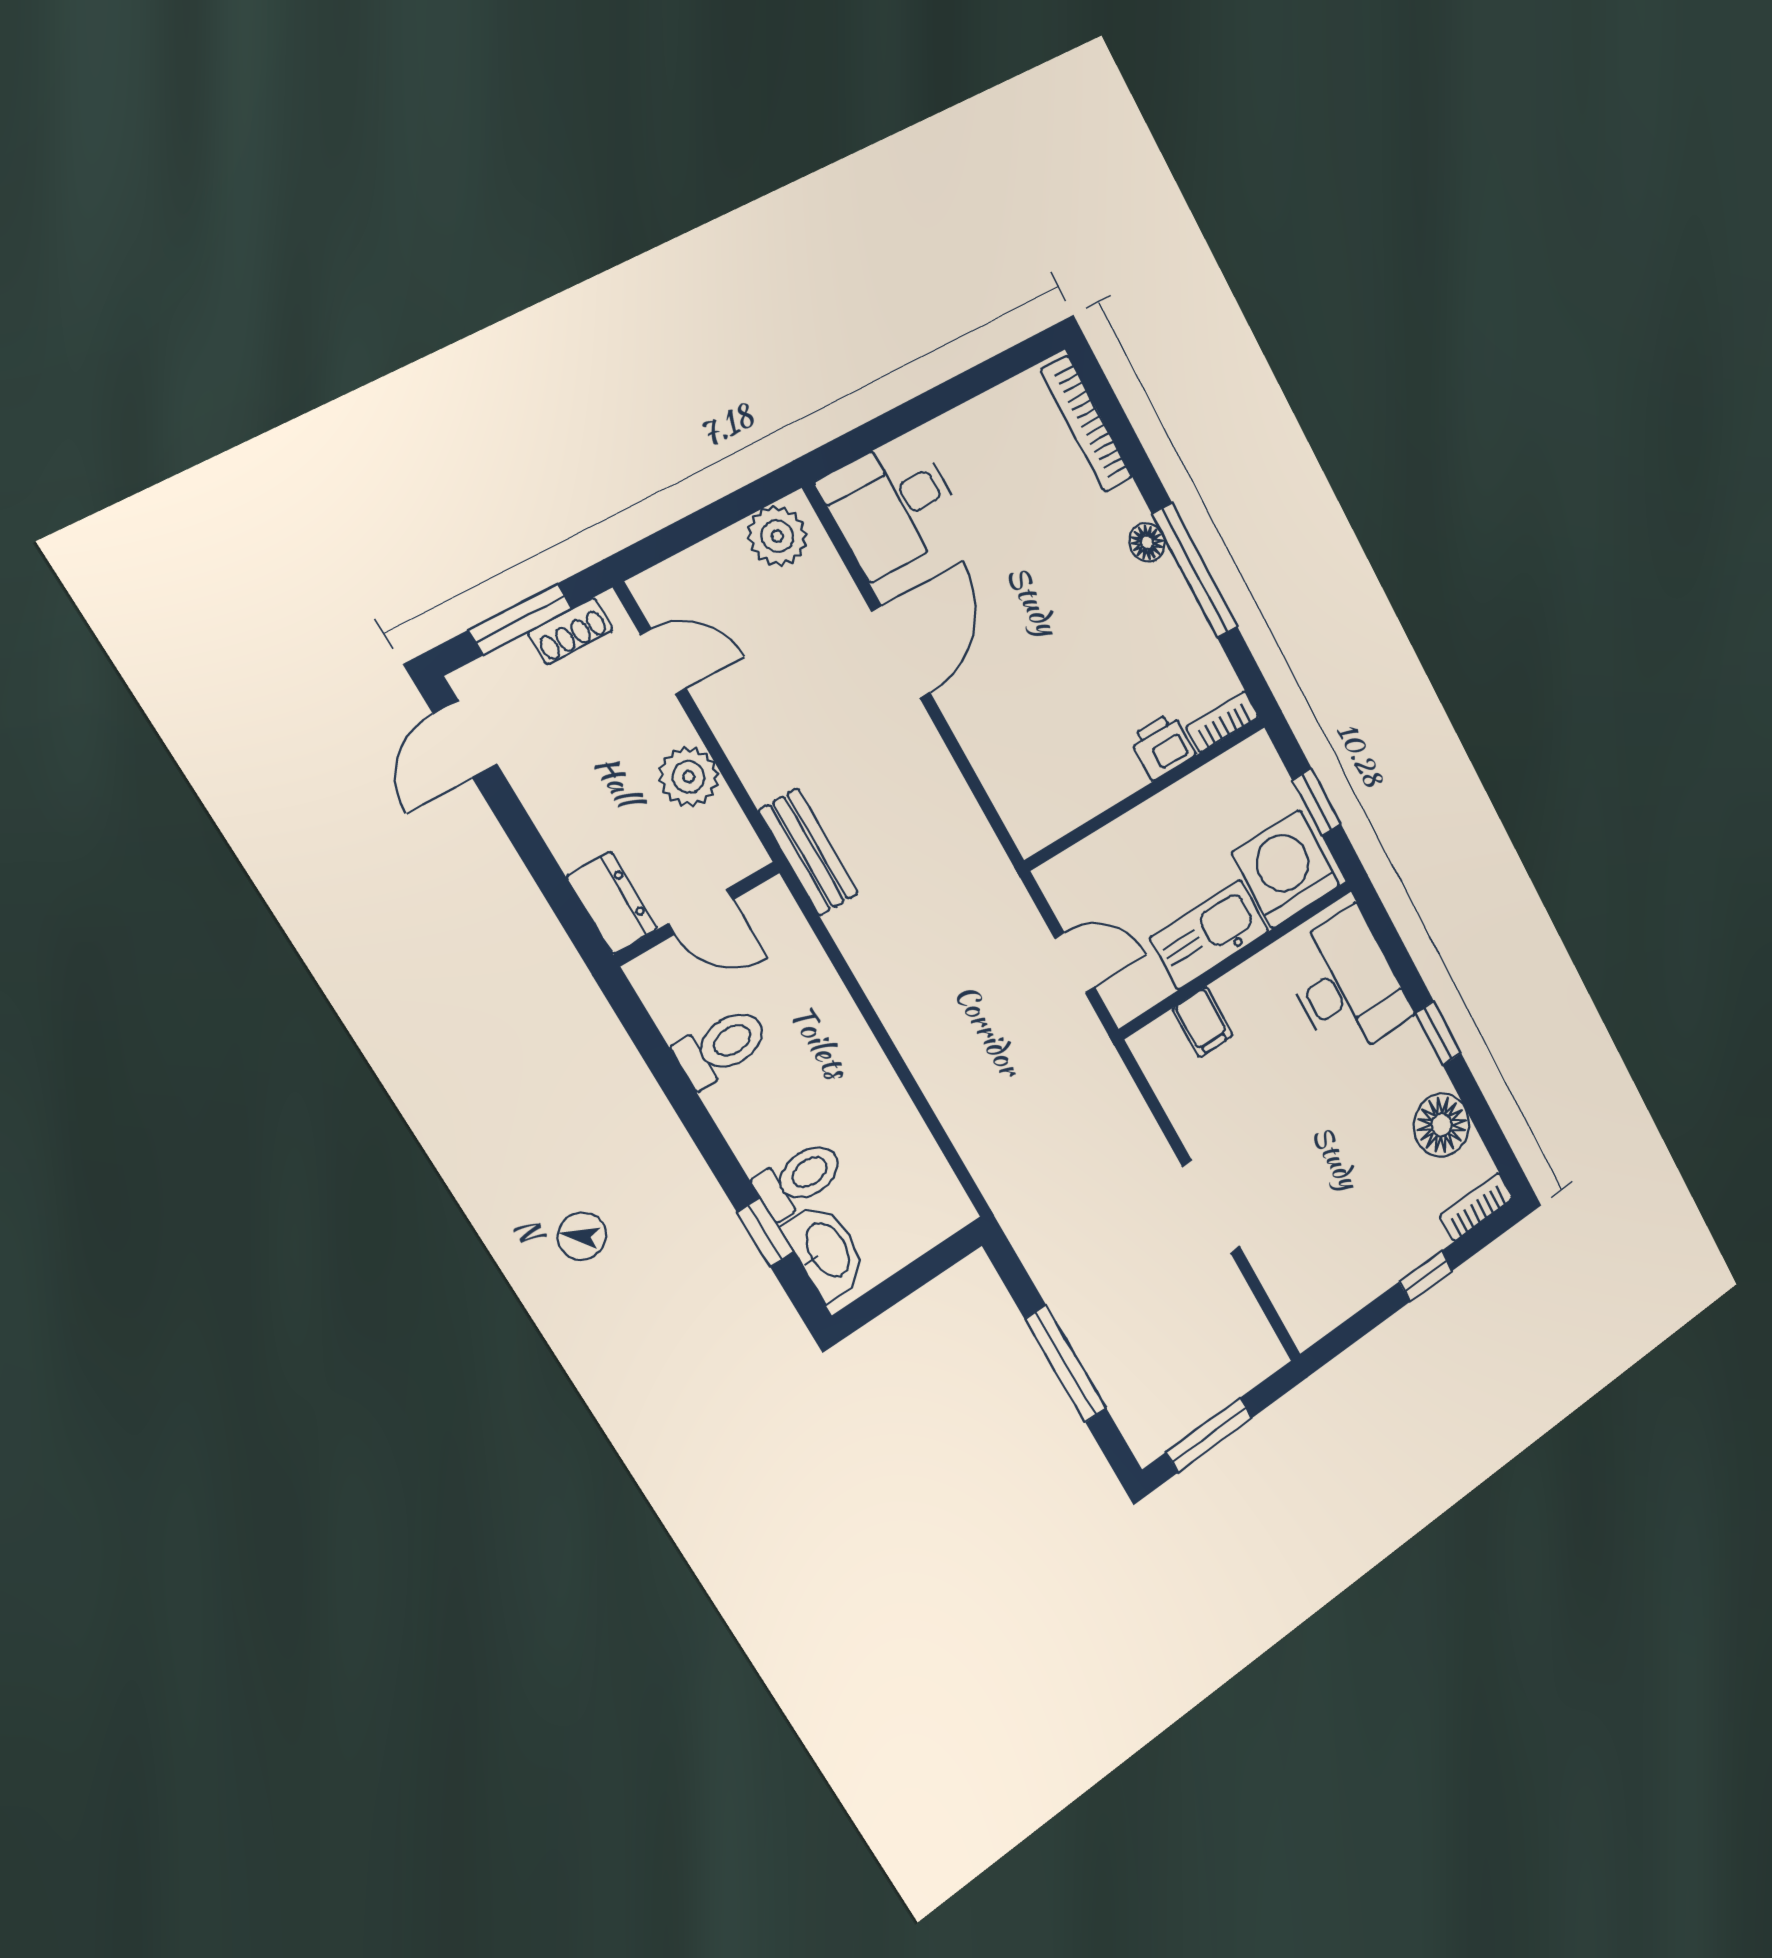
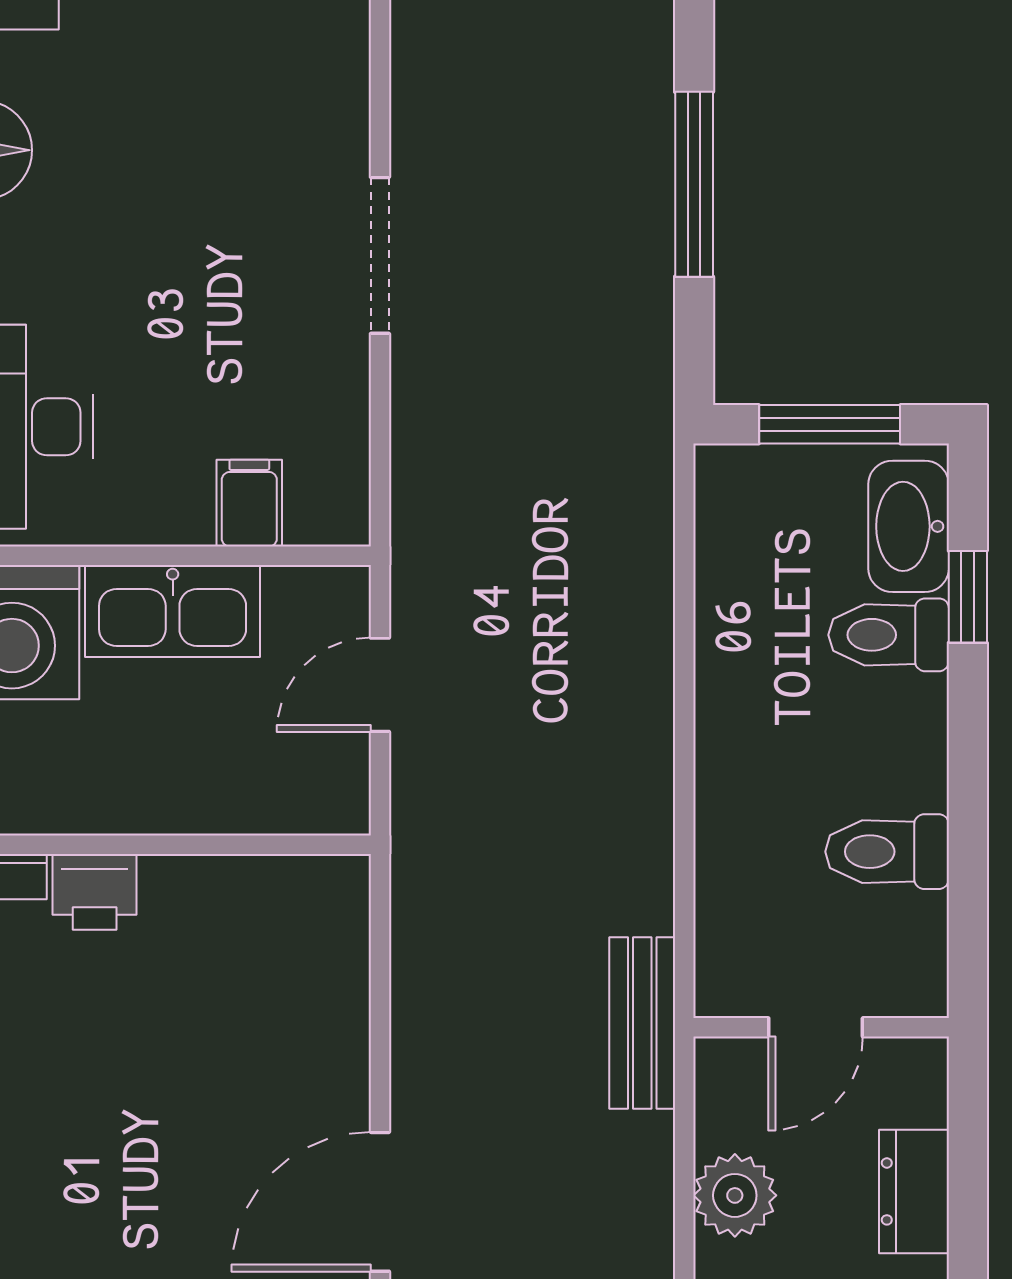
dresser: (612, 903) -> (914, 1191), moved
door: (701, 912) -> (816, 1027), swing flipped
door: (1075, 963) -> (380, 685), hinge flipped
window: (908, 1280) -> (830, 424), added

